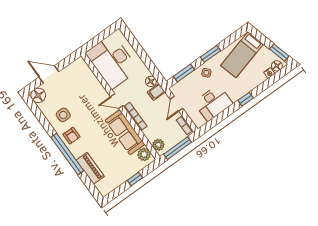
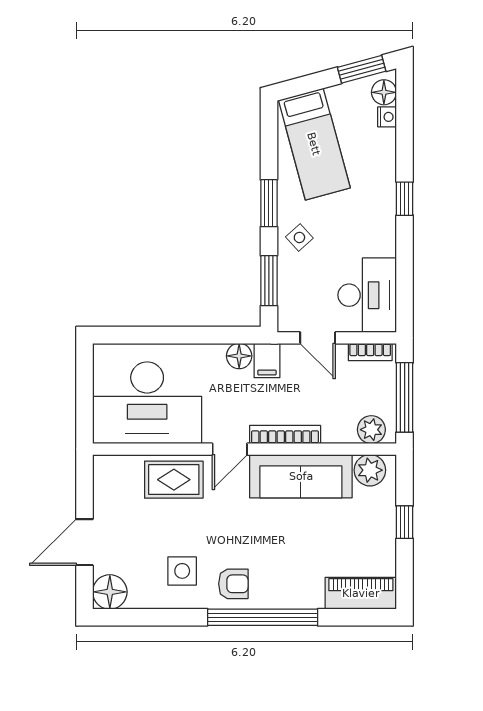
rug: (92, 90) -> (174, 480), added
desk: (213, 103) -> (367, 295), moved
piano: (90, 168) -> (361, 593), moved

